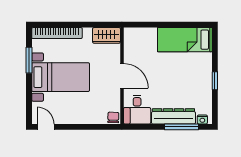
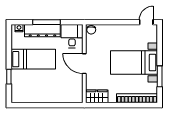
bed: (185, 40) -> (33, 59), moved
window: (215, 81) -> (9, 77), moved
door: (46, 127) -> (146, 22), swing flipped
window: (181, 127) -> (46, 22), moved

